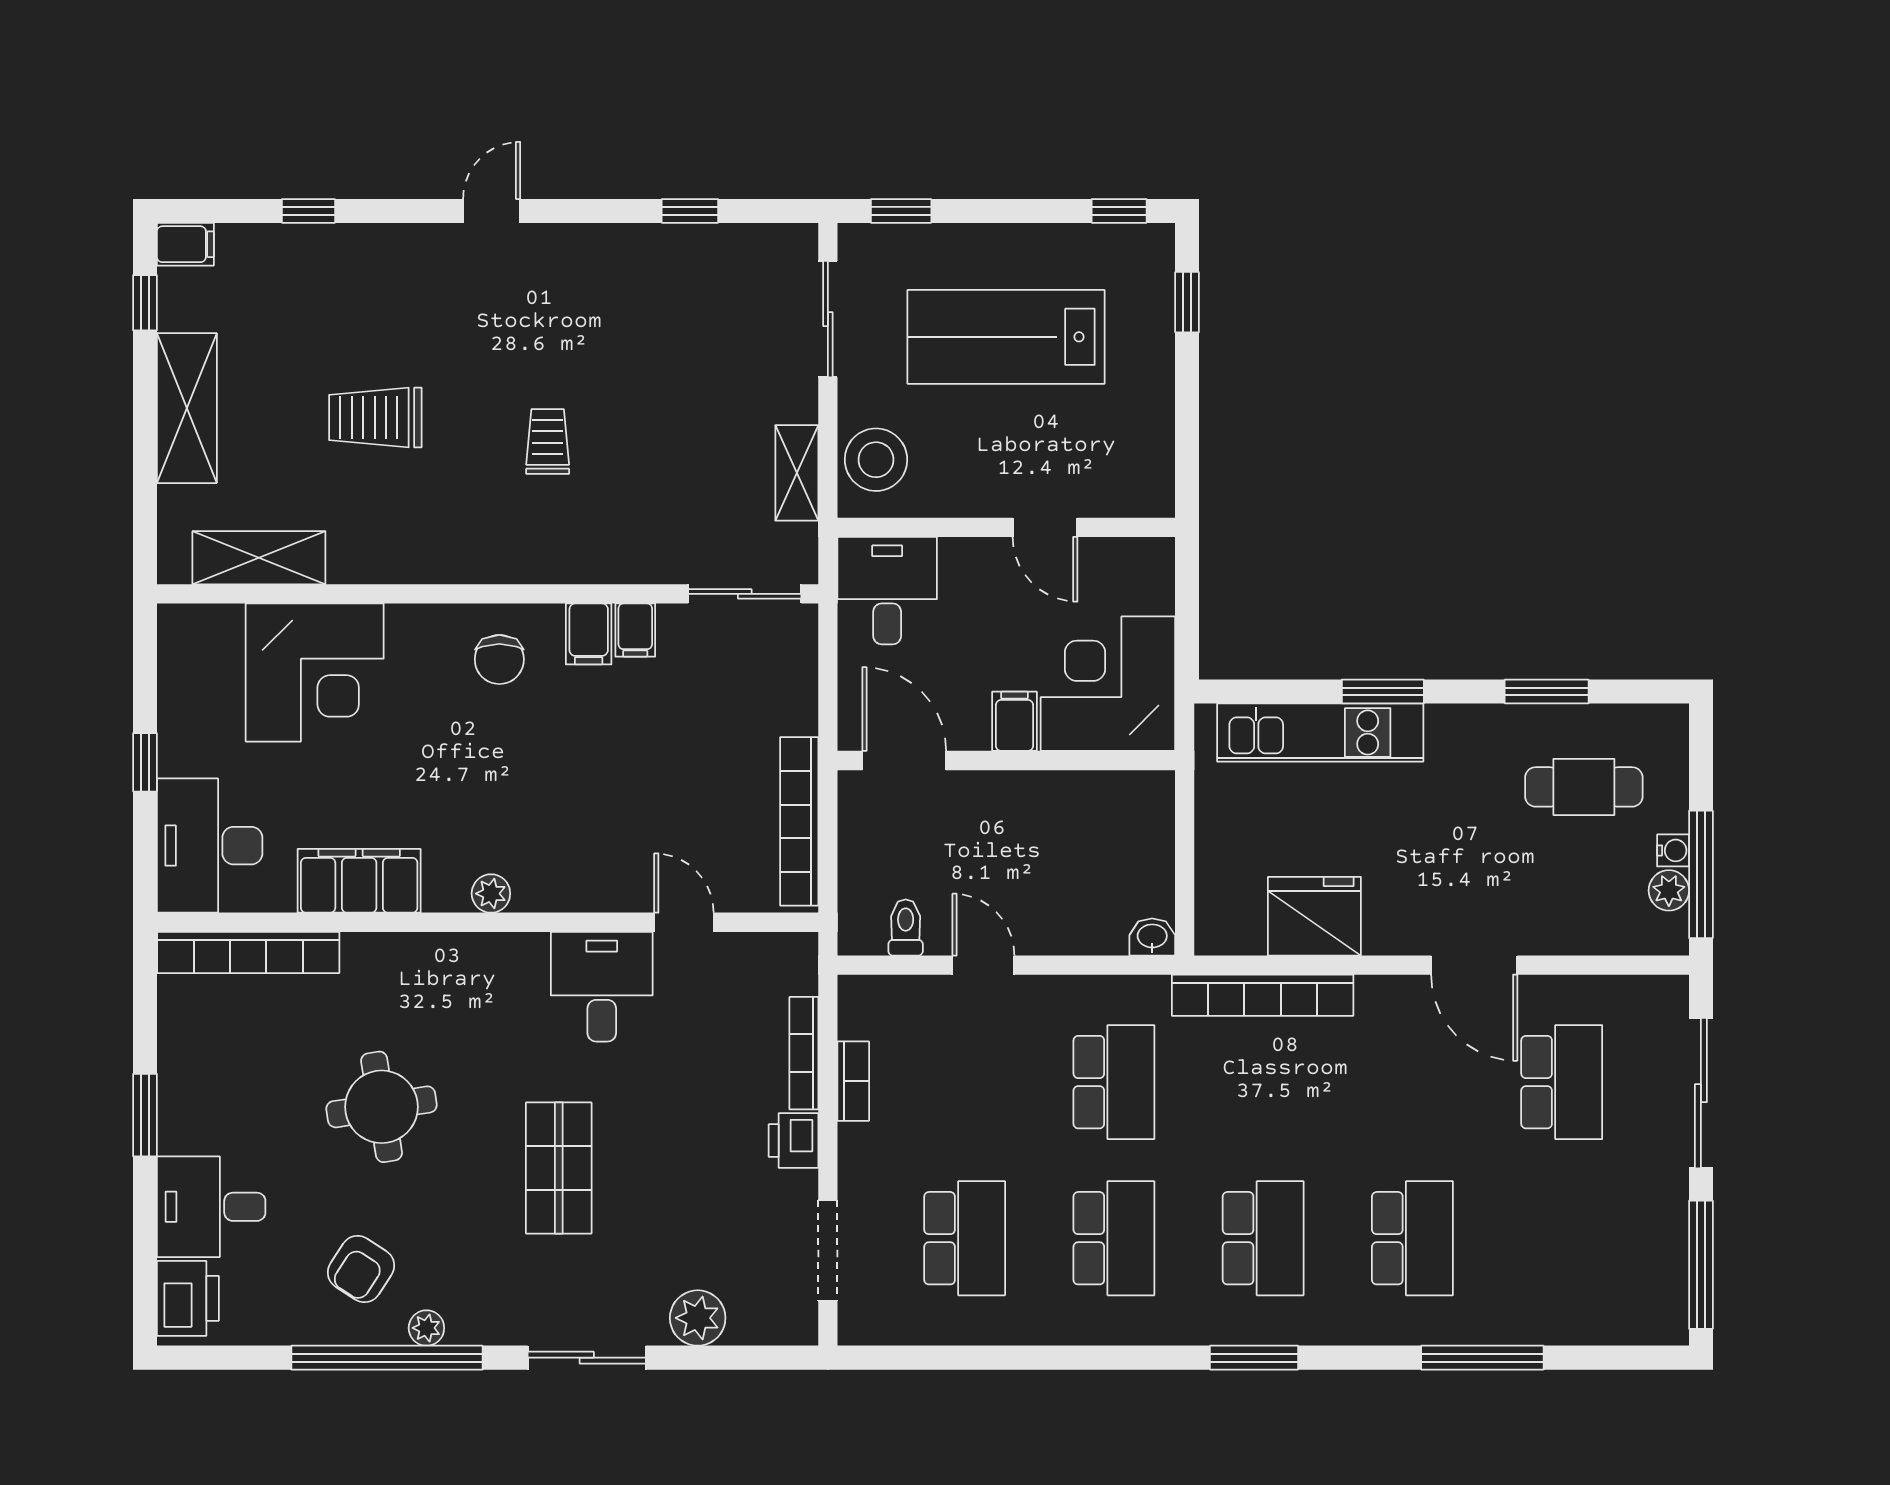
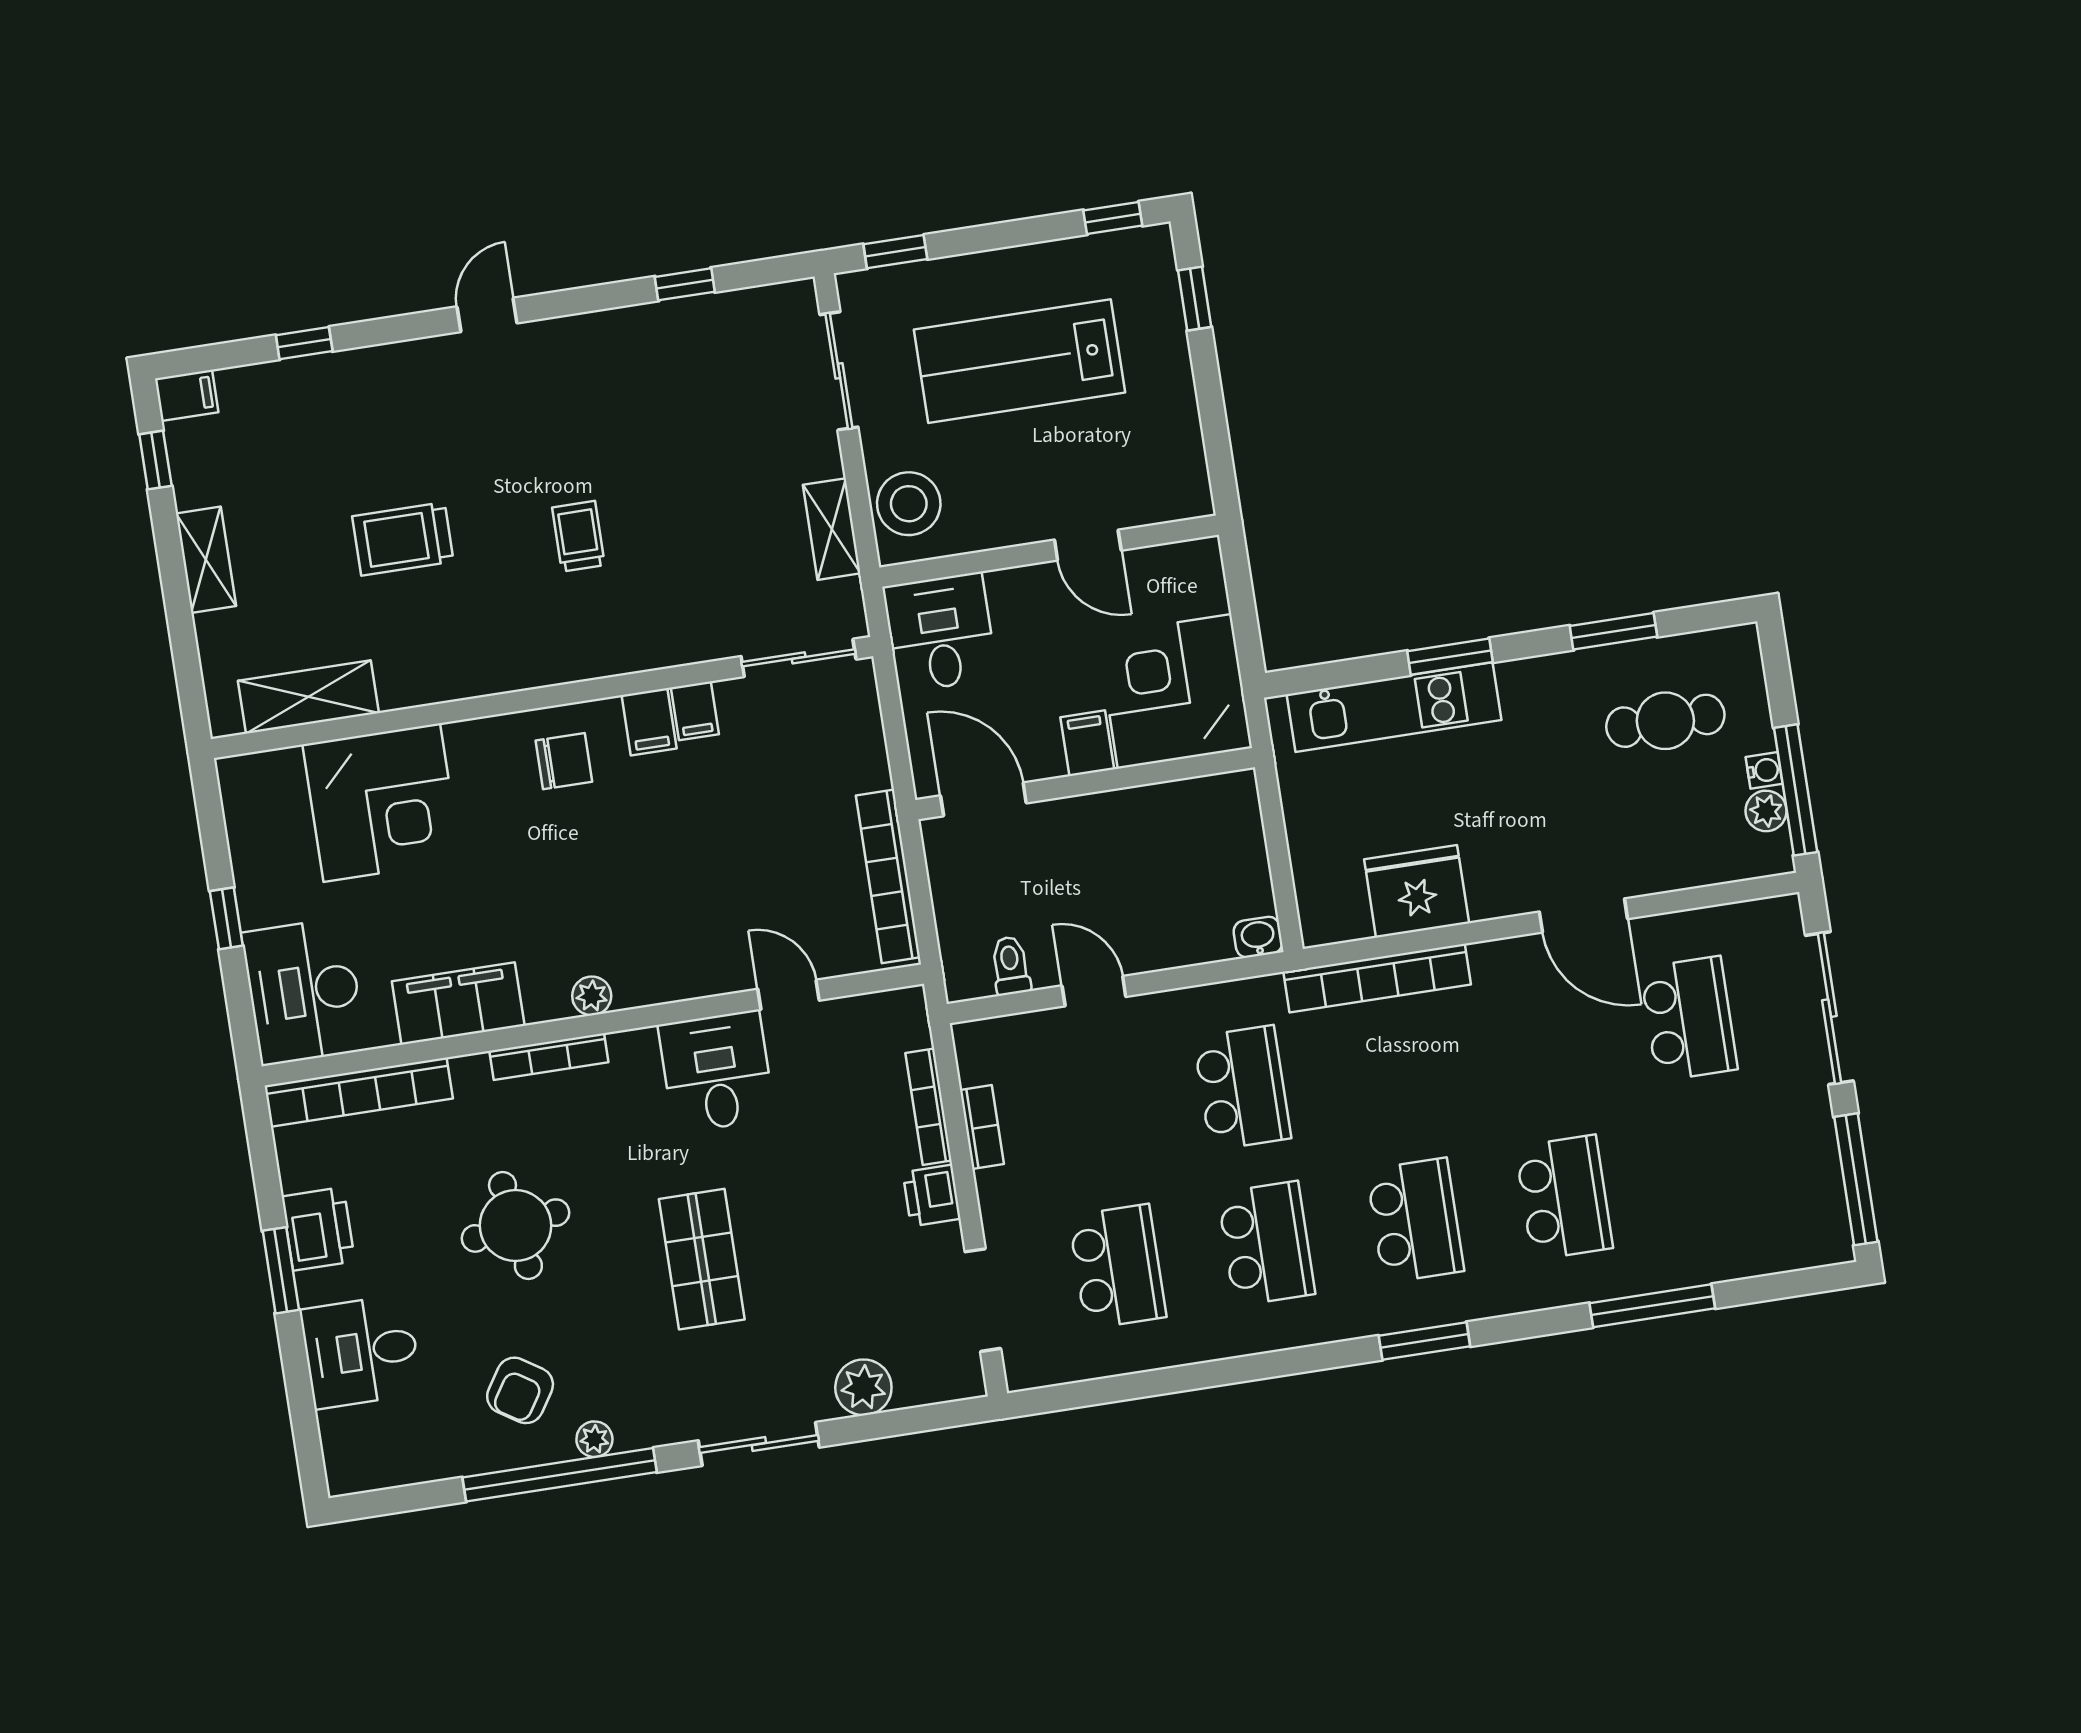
shelving: (187, 408) -> (206, 560), width x0.67, depth x0.75
chair: (499, 659) -> (564, 761), turned -90
bookcase: (440, 946) -> (549, 1057), added
printer: (188, 1298) -> (318, 1229), moved

